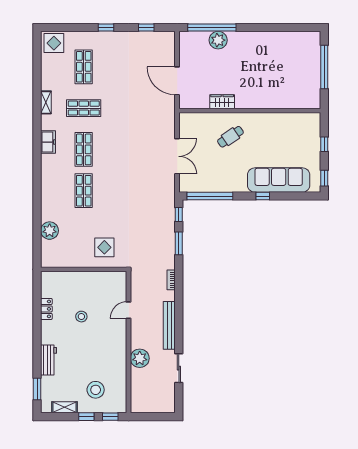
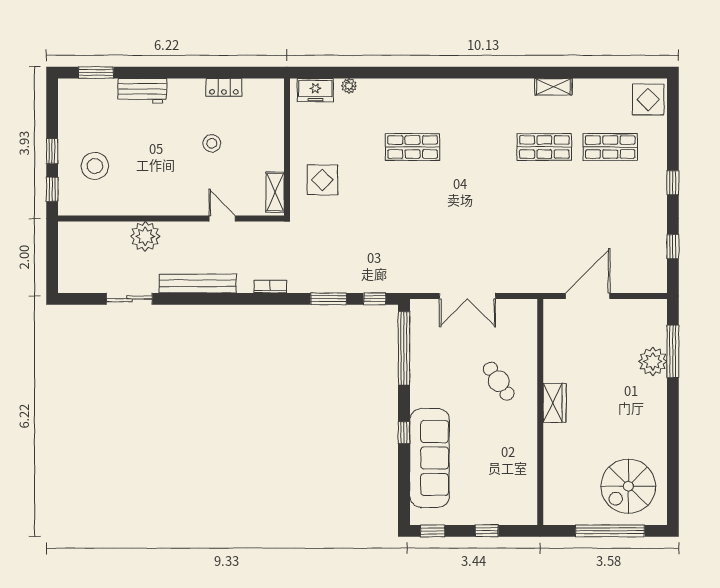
window: (212, 28) -> (673, 351), width x0.68
spiral stairs: (296, 55) -> (628, 486), added
wardrobe: (222, 102) -> (555, 403), moved
shop shelf: (84, 108) -> (544, 147), turned 90
freezer: (48, 142) -> (315, 90), moved
shop shelf: (84, 149) -> (478, 147), removed
plant: (50, 231) -> (349, 86), width x0.53, depth x0.53
shelving: (64, 407) -> (275, 192), moved

